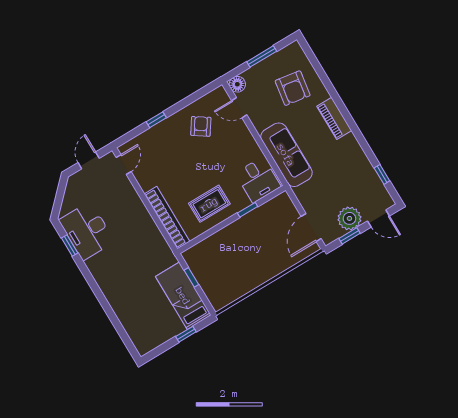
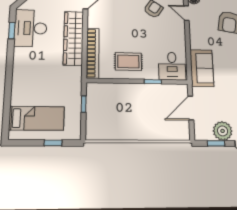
sofa: (286, 155) -> (202, 68), width x0.73
wardrobe: (137, 214) -> (73, 38), added
door: (311, 228) -> (191, 108), moved
bed: (183, 296) -> (37, 118), moved, turned 90

